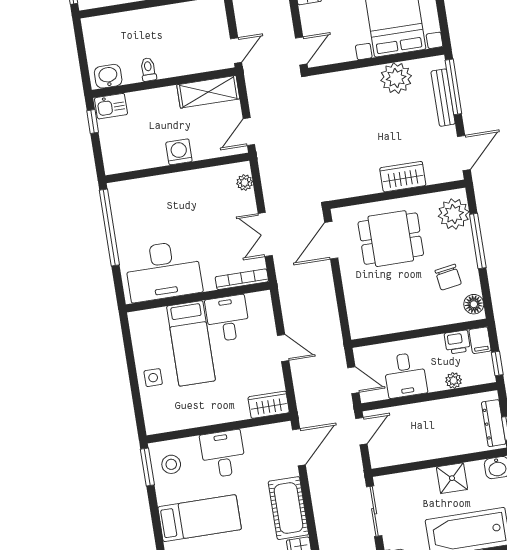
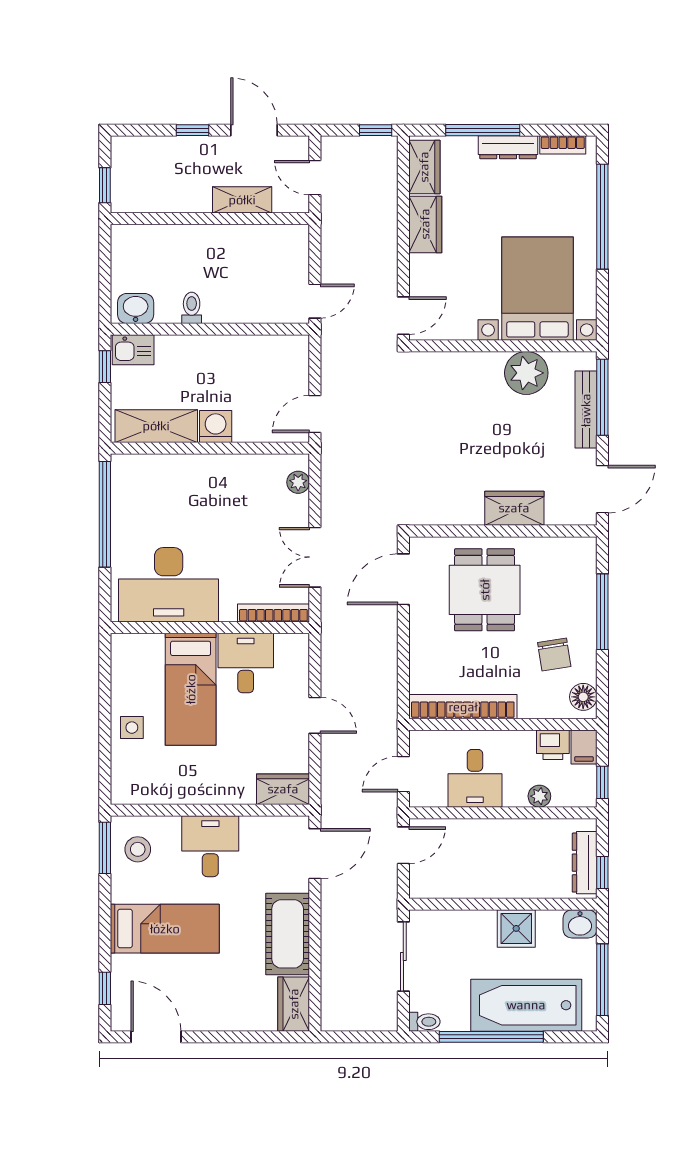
shelving: (208, 92) -> (156, 426), moved
plant: (454, 214) -> (575, 570), removed
dining table: (391, 239) -> (485, 590), turned 90
bookcase: (388, 325) -> (463, 707), added
door: (353, 380) -> (403, 774), swing flipped

